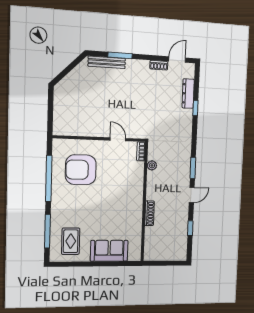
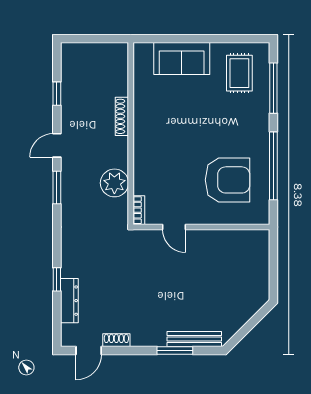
plant: (152, 165) -> (114, 183), width x1.88, depth x1.88

